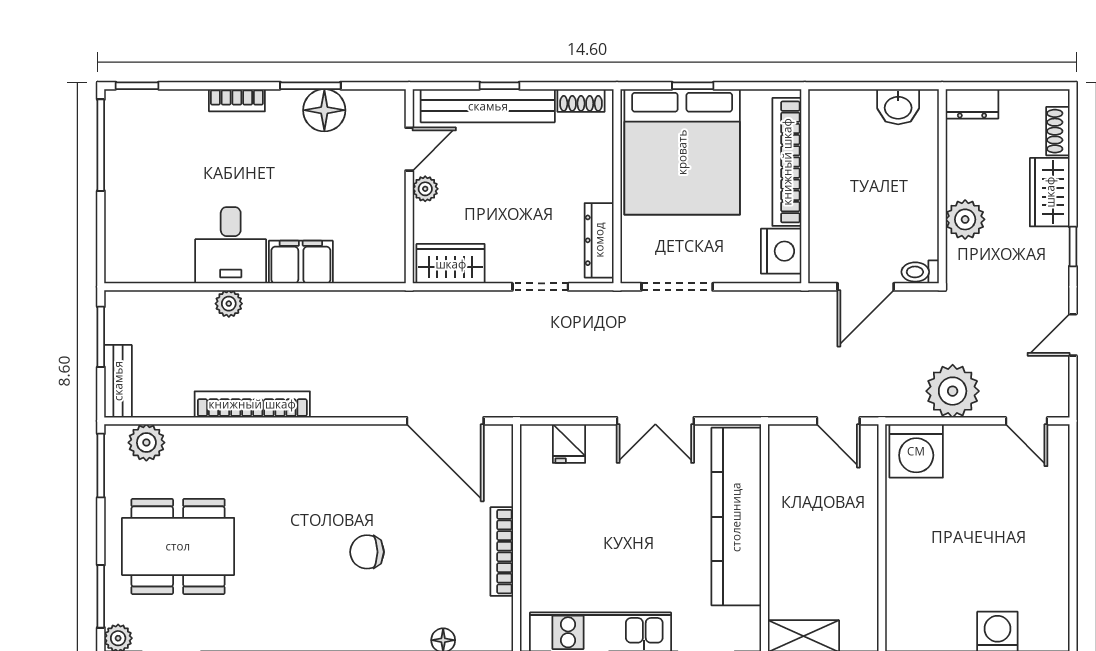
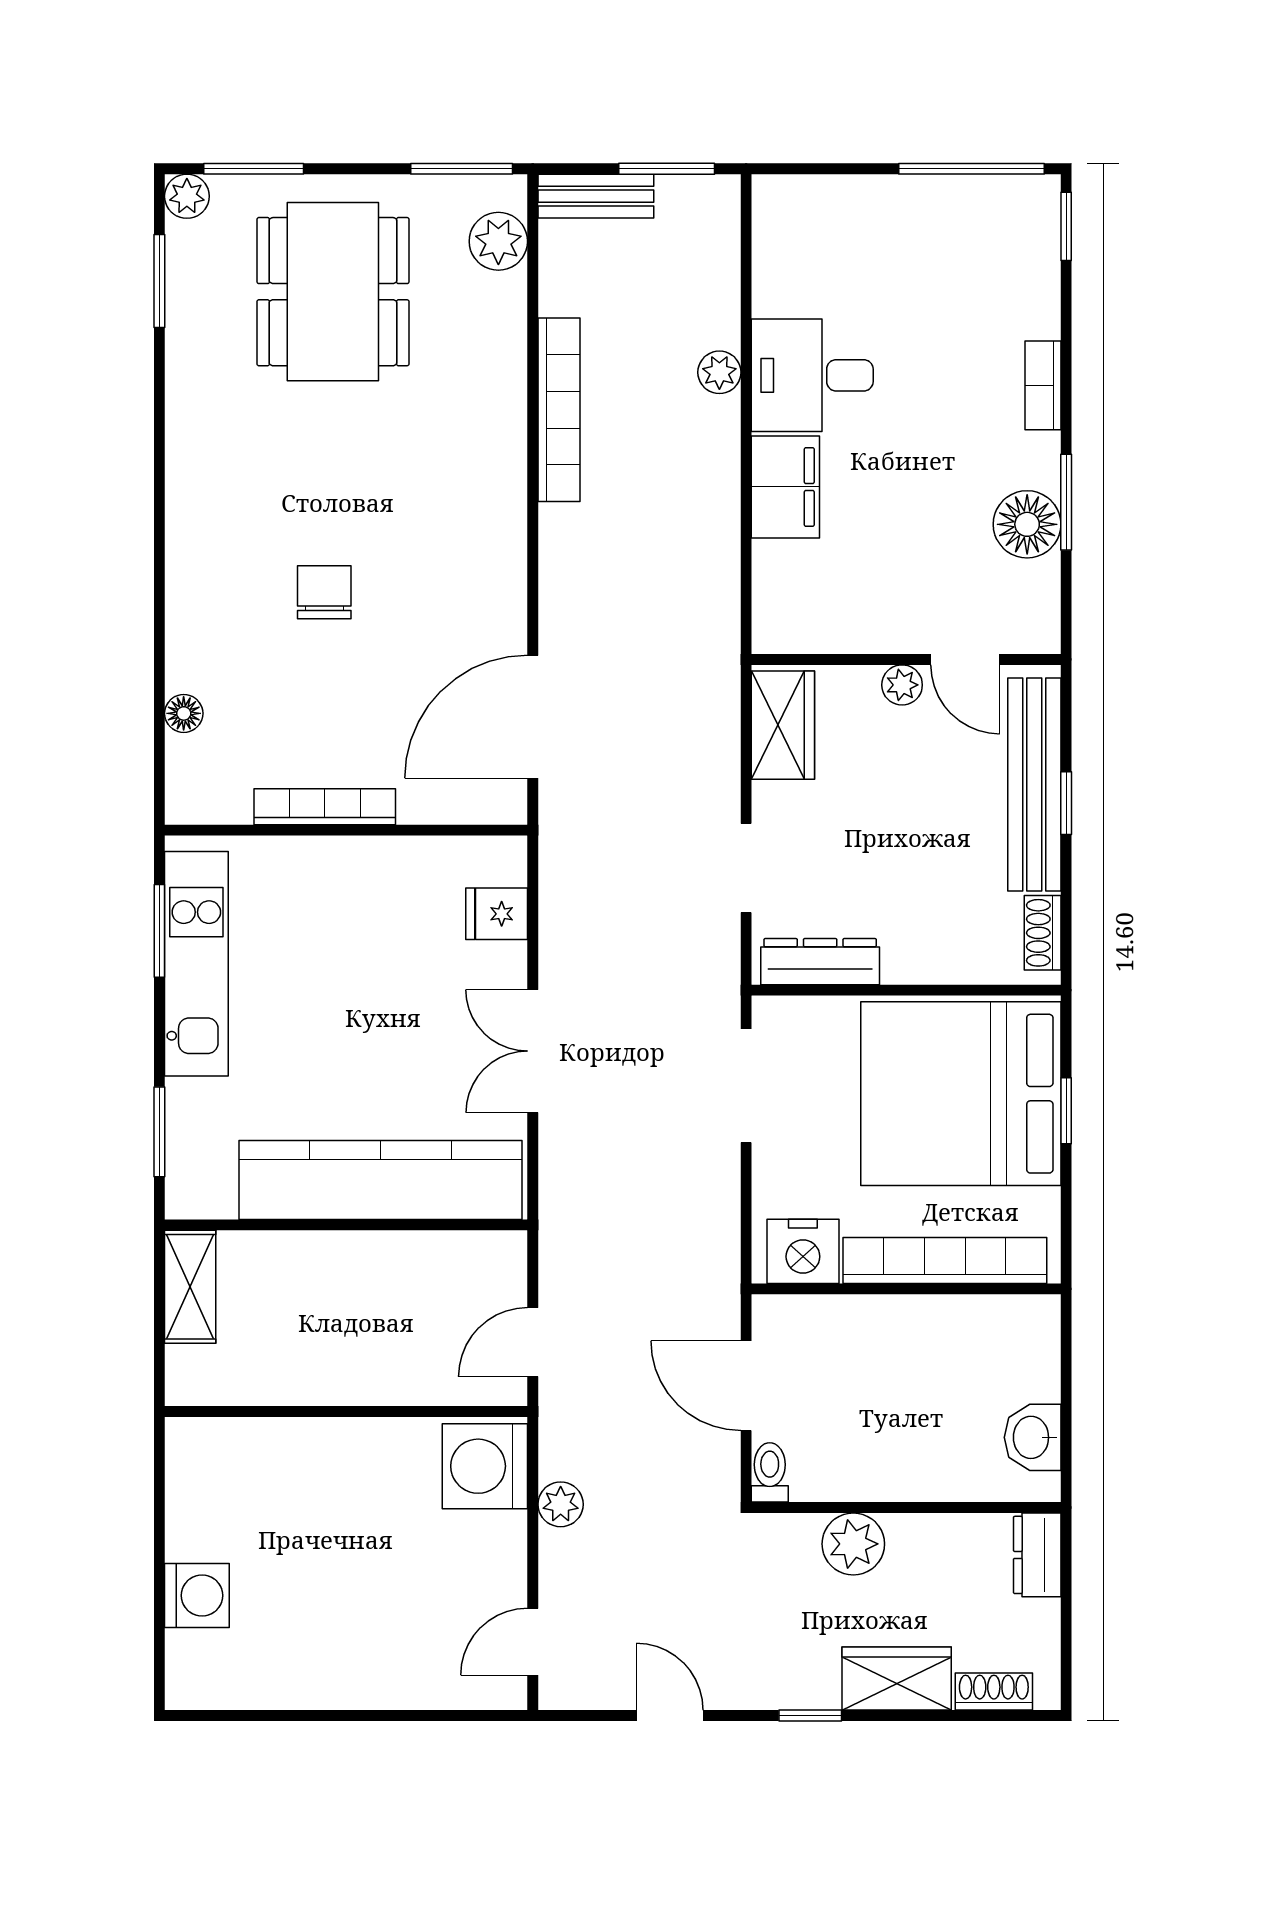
plant: (953, 391) -> (561, 1504), width x0.53, depth x0.53

